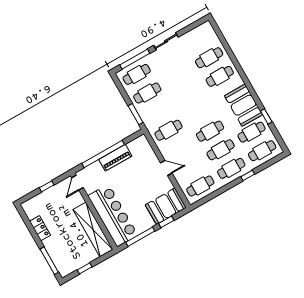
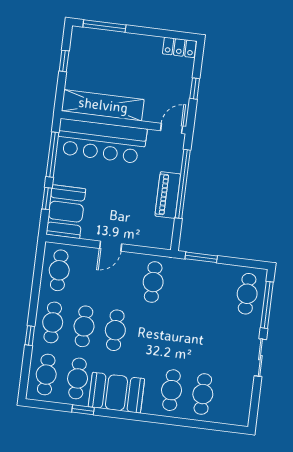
cafe table: (147, 93) -> (216, 290), removed
door: (78, 183) -> (172, 128), hinge flipped
locker: (40, 228) -> (179, 47), moved

